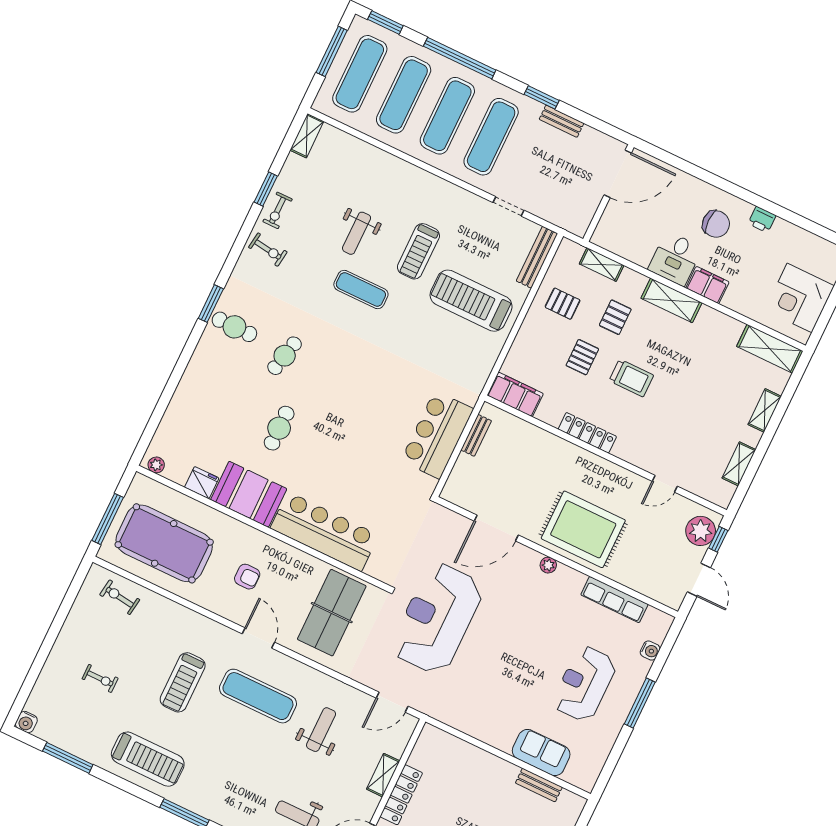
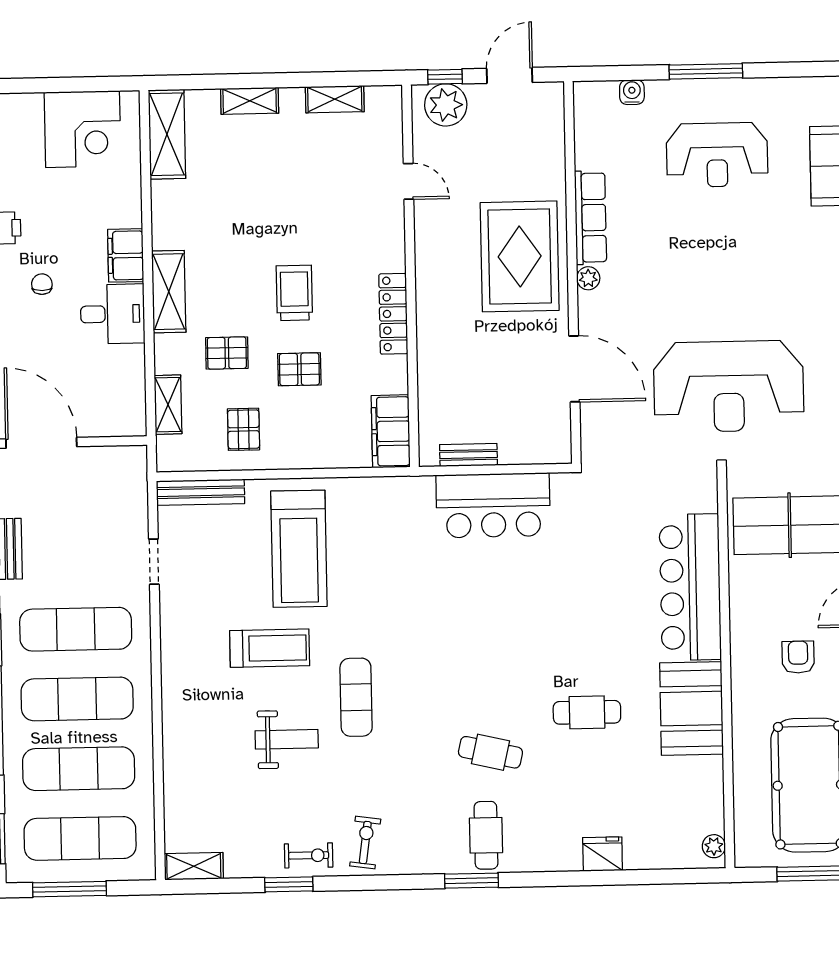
chair: (716, 224) -> (42, 284), width x0.54, depth x0.54
fridge: (202, 483) -> (603, 854), moved, turned 90
row of seats: (614, 600) -> (591, 218), moved

